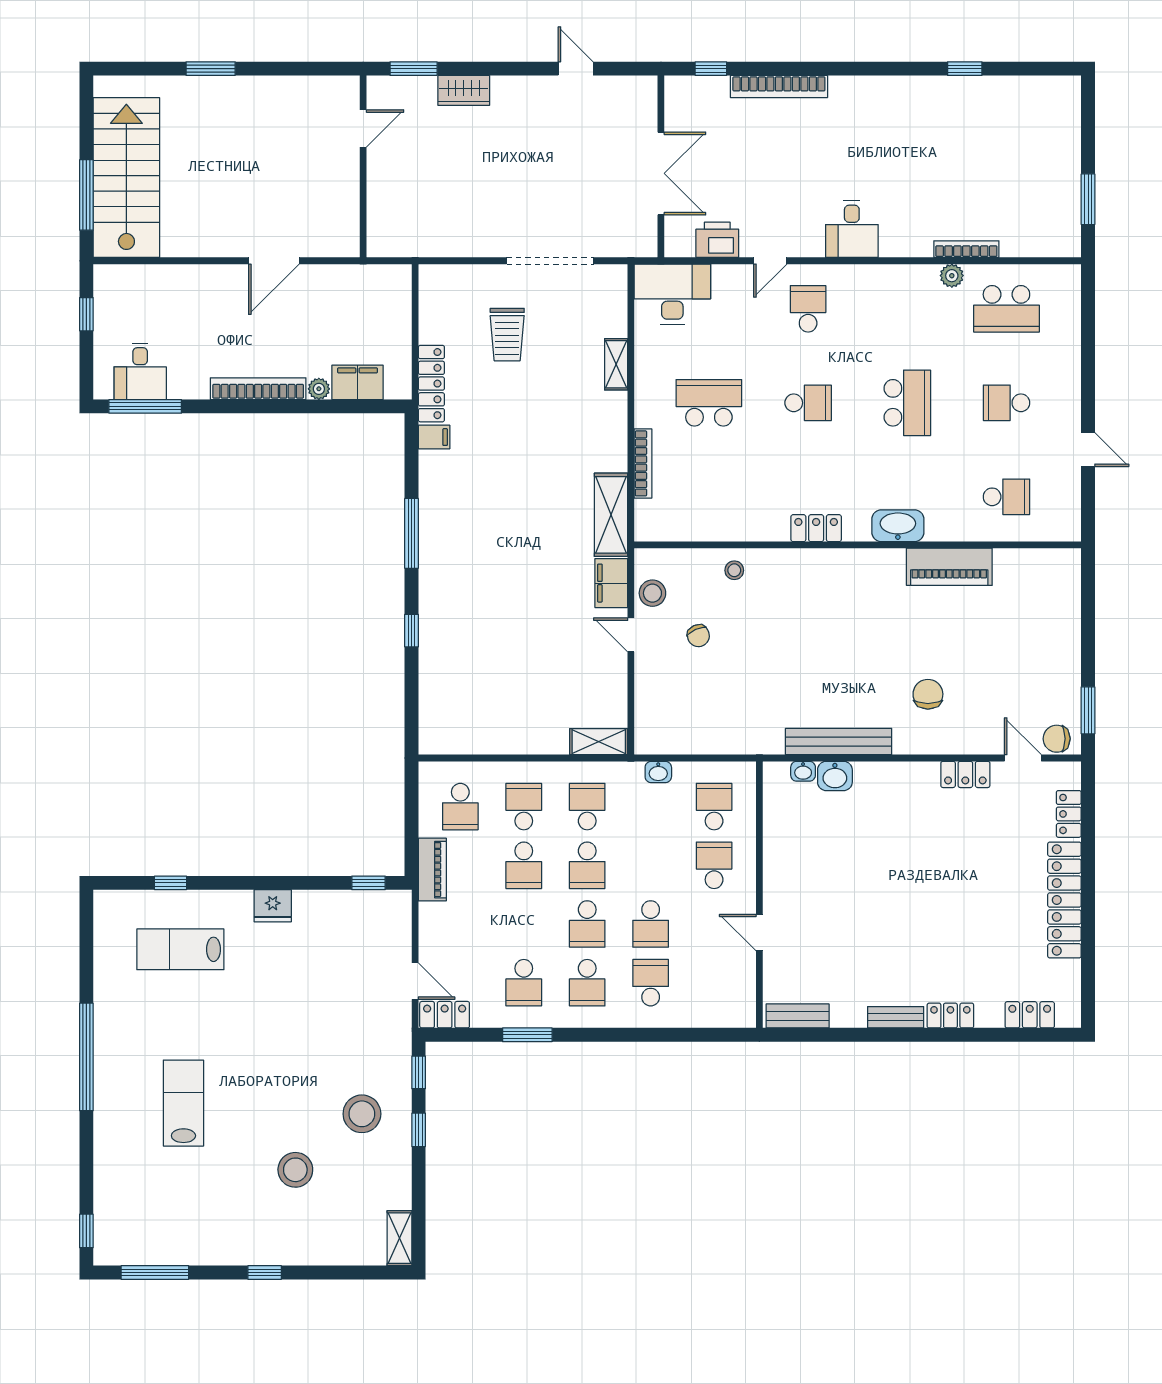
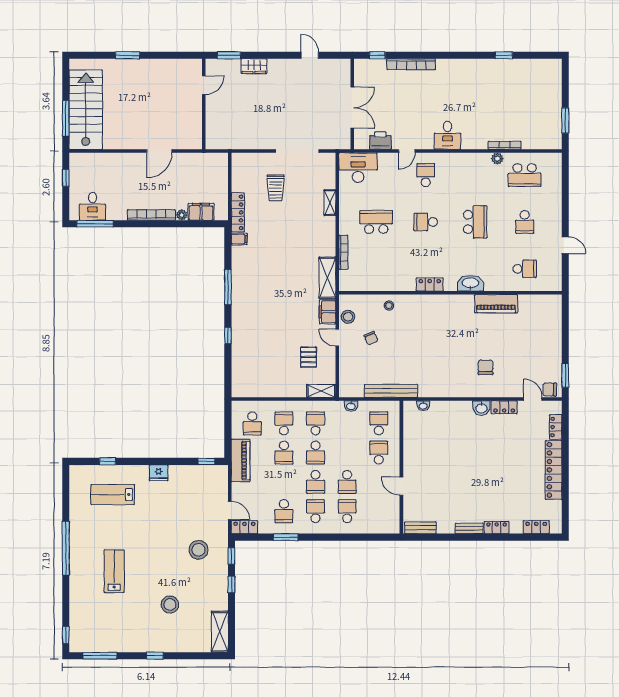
school desk: (808, 403) -> (426, 222), turned 180
school desk: (1006, 403) -> (525, 222), turned -90
pallet: (573, 674) -> (309, 357), added
bench: (839, 742) -> (391, 391), moved
washbasin: (835, 776) -> (481, 408), moved
piano: (432, 870) -> (241, 460), width x1.37, depth x1.33
school desk: (587, 983) -> (316, 511), turned 180
stool: (362, 1114) -> (198, 550), moved
shelving: (399, 1238) -> (220, 632), width x1.50, depth x1.33

